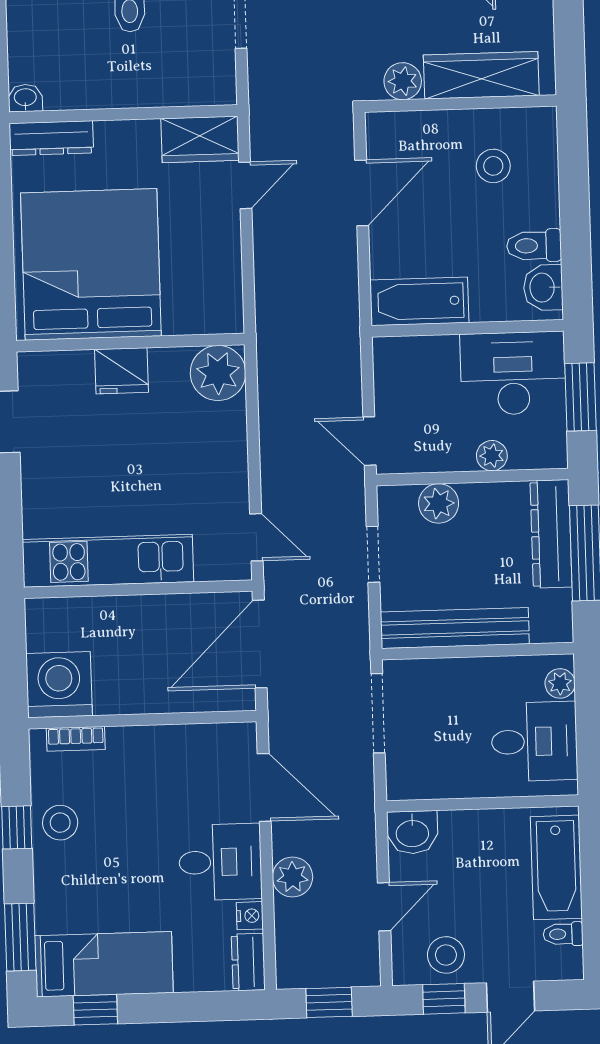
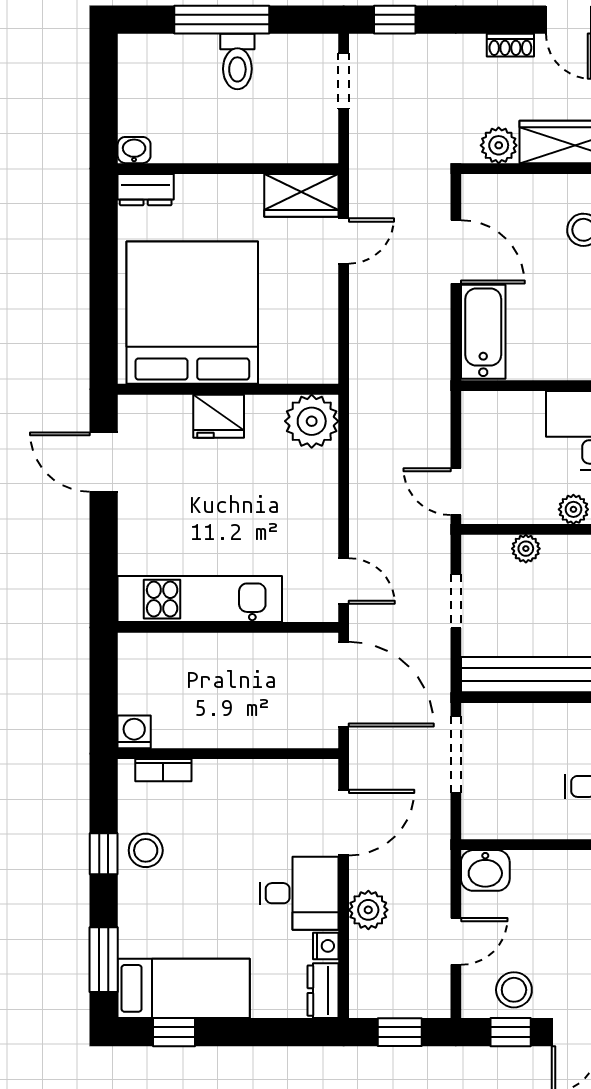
dresser: (51, 138) -> (146, 190), width x0.70
door: (362, 193) -> (456, 252), hinge flipped
bathtub: (419, 301) -> (483, 332), moved, turned 90
plant: (439, 503) -> (526, 549), width x0.73, depth x0.73
door: (260, 644) -> (344, 684), swing flipped
washing machine: (59, 685) -> (134, 732), width x0.53, depth x0.53
door: (264, 787) -> (344, 823), hinge flipped

